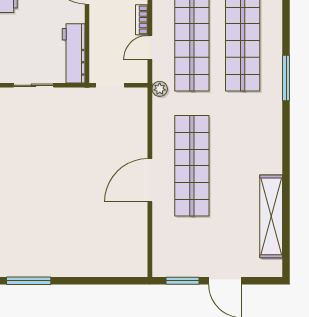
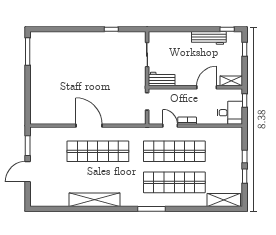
workbench: (74, 53) -> (162, 79), width x0.73
plant: (160, 89) -> (145, 132), removed
shelving: (271, 216) -> (95, 200), moved

